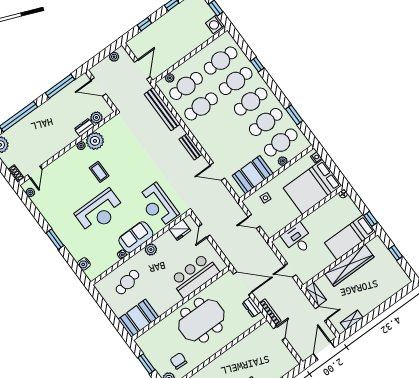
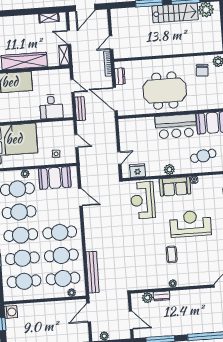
cafe table: (216, 127) -> (60, 232), added
plant: (95, 141) -> (160, 280), removed
bench: (191, 147) -> (80, 109), moved
reception desk: (158, 205) -> (143, 200), turned 180
bar counter: (195, 276) -> (176, 126), moved

